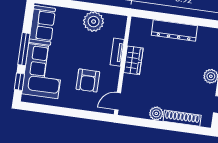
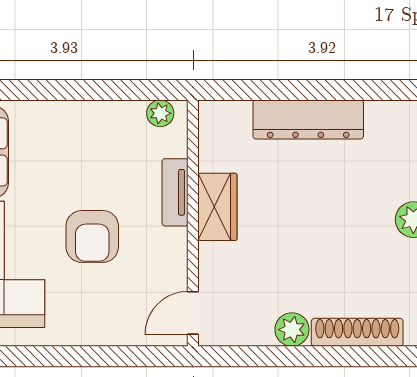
plant: (94, 22) -> (160, 113), moved, width x0.53, depth x0.53
armchair: (88, 80) -> (92, 236), moved

